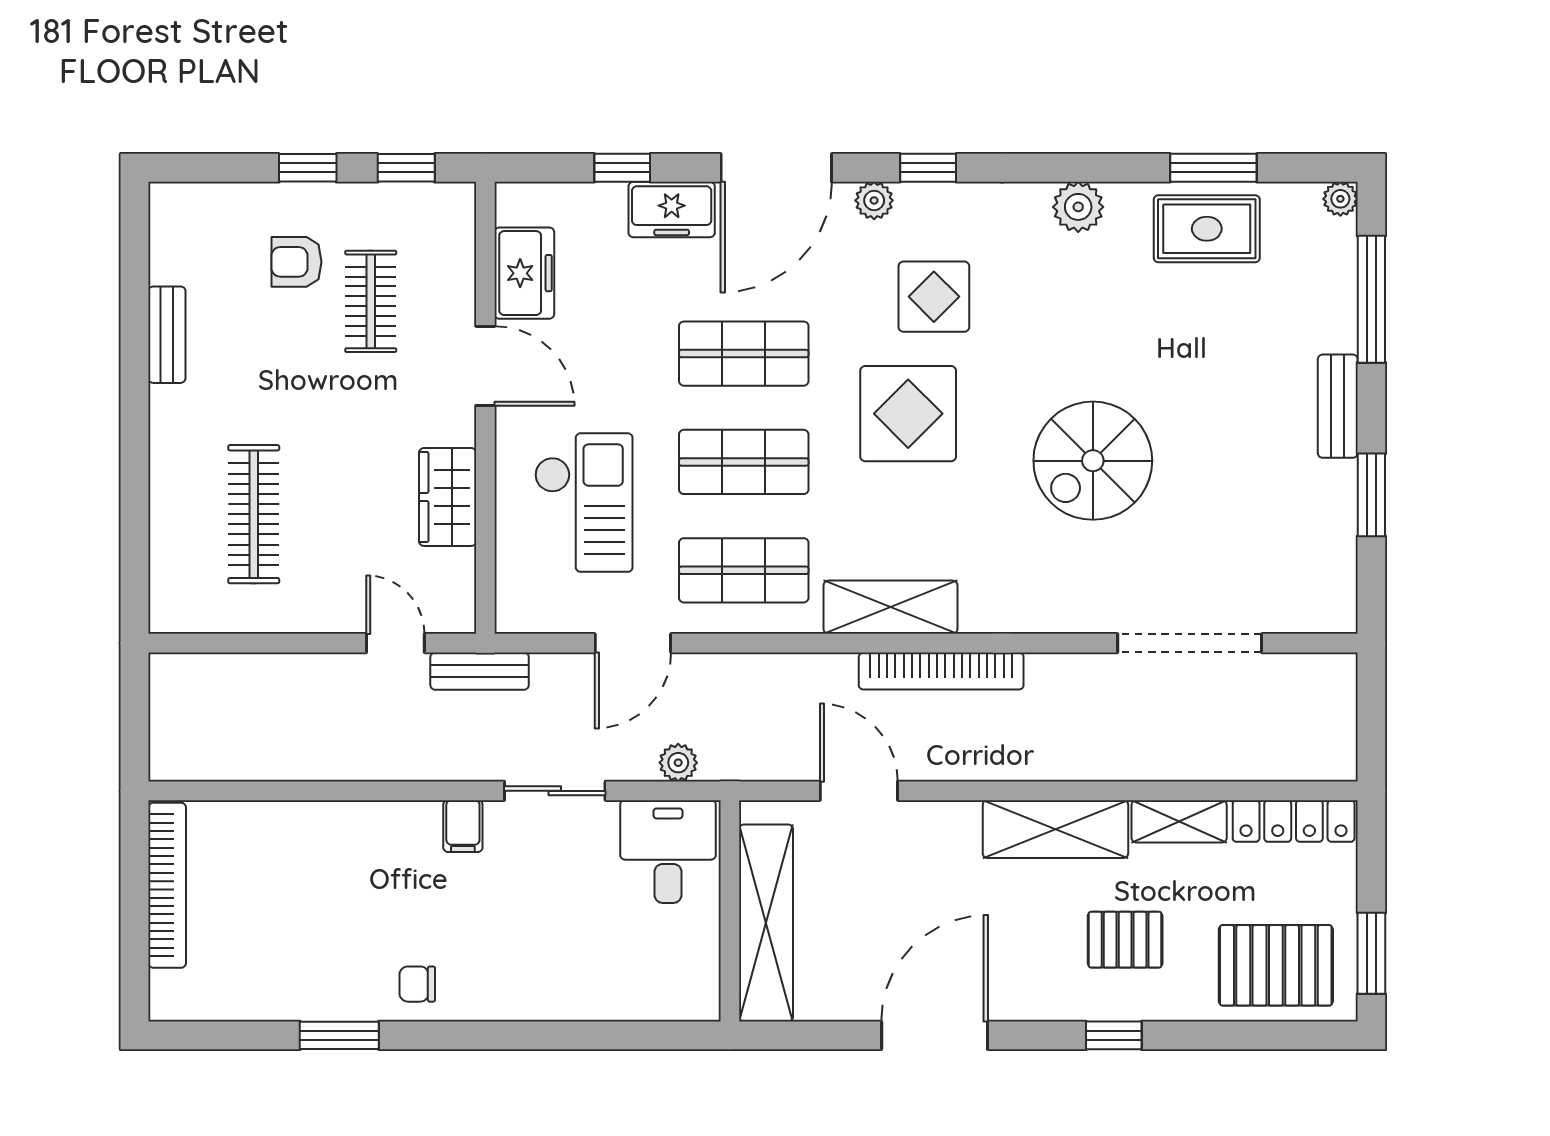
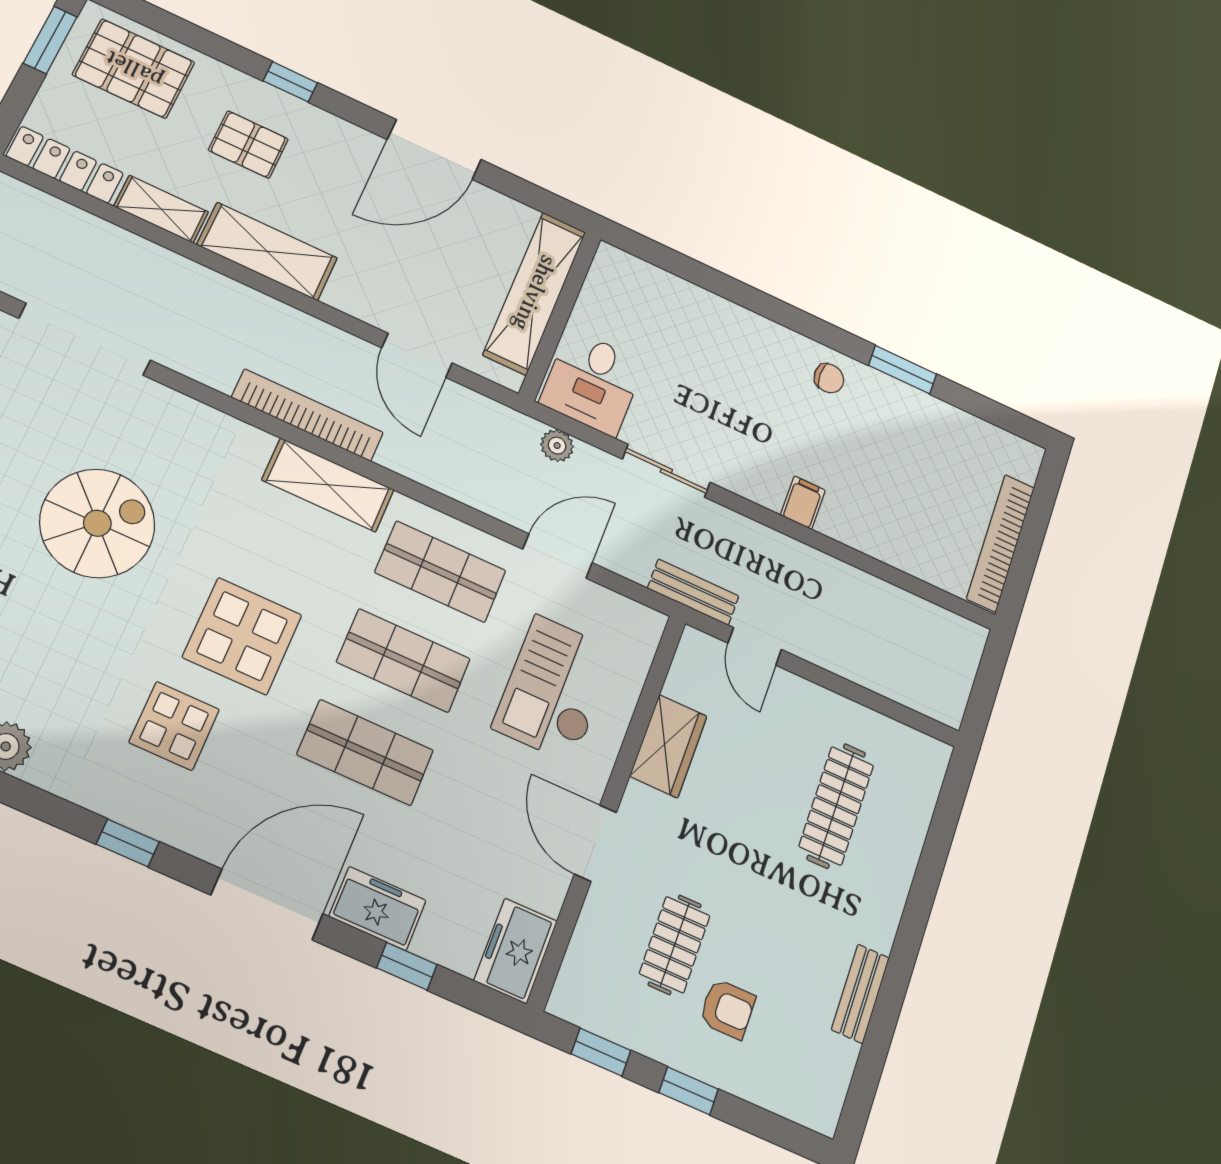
plant: (874, 200) -> (190, 835), removed
freezer: (524, 273) -> (516, 951), moved
filing cabinet: (463, 826) -> (803, 503), moved

